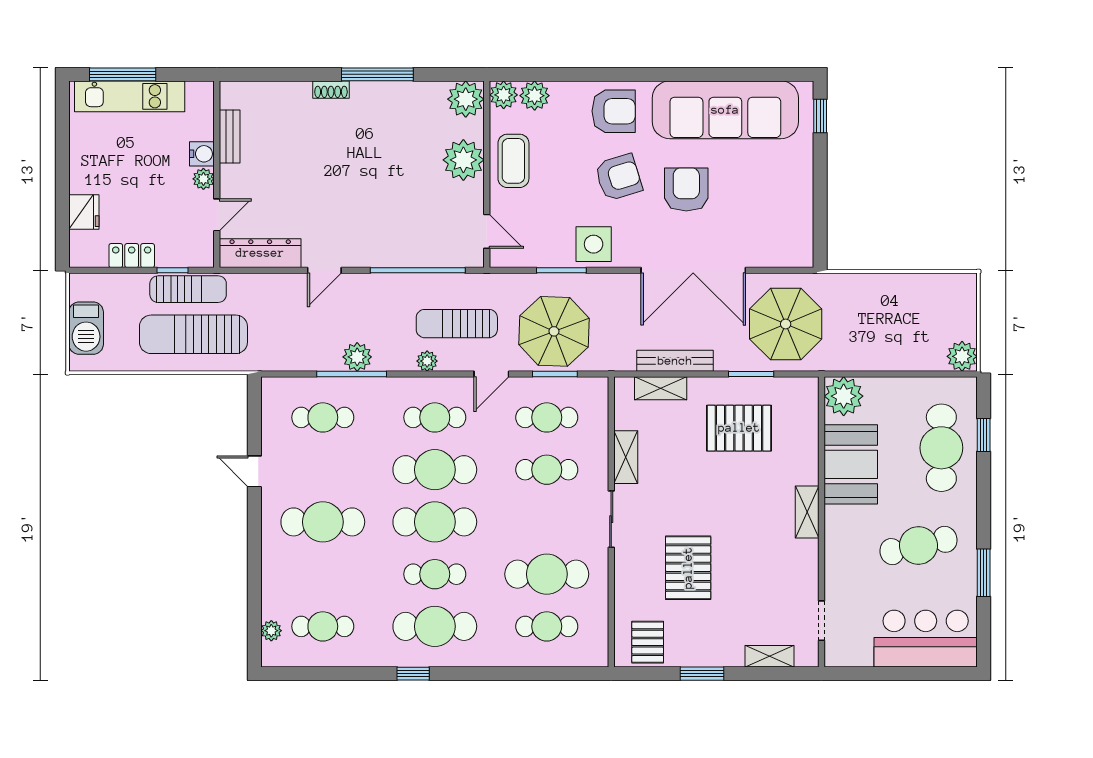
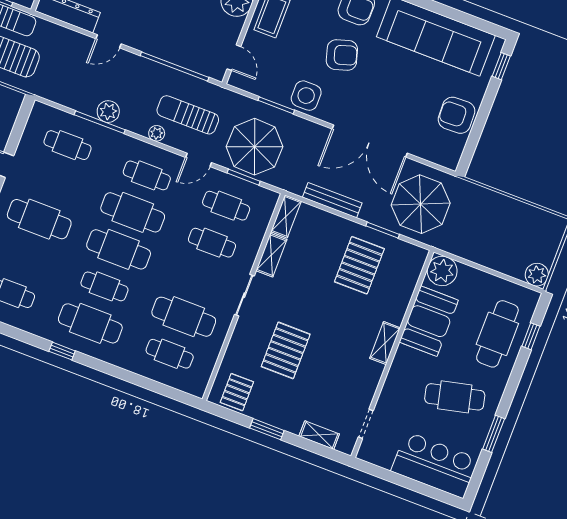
armchair: (686, 189) -> (457, 115), moved, turned -92
shelving: (661, 388) -> (286, 216), moved, turned 90
pallet: (739, 428) -> (359, 265), turned 90

